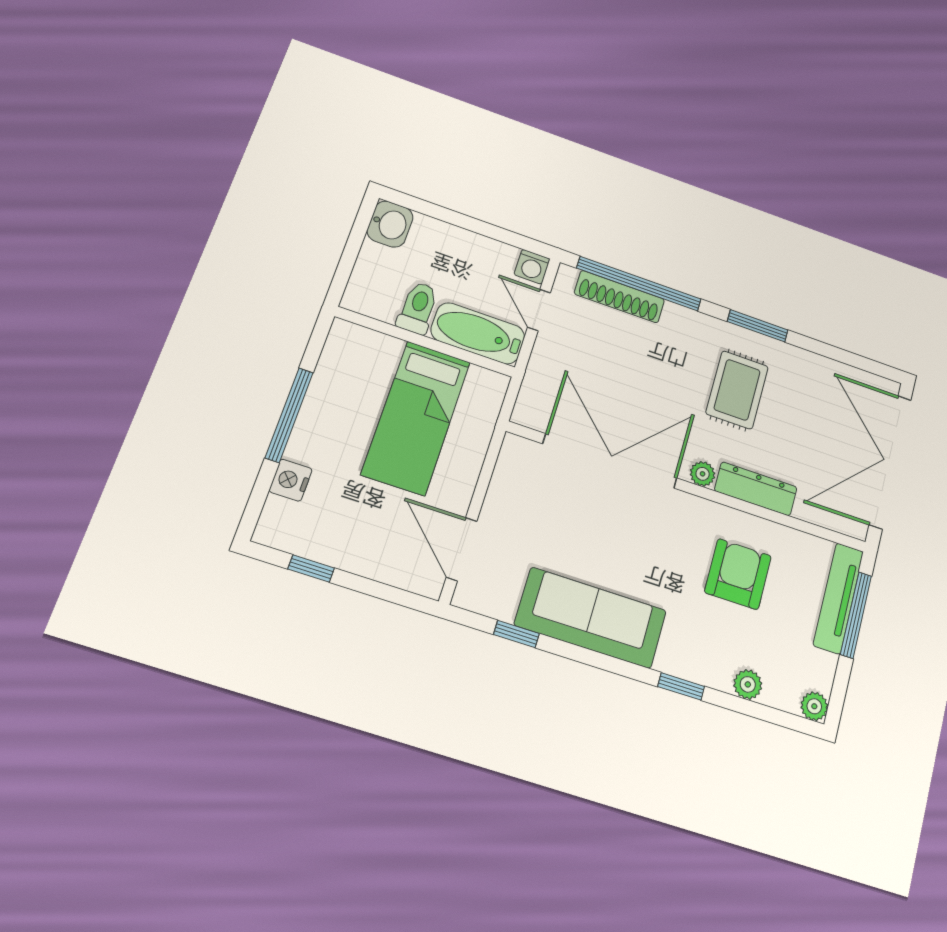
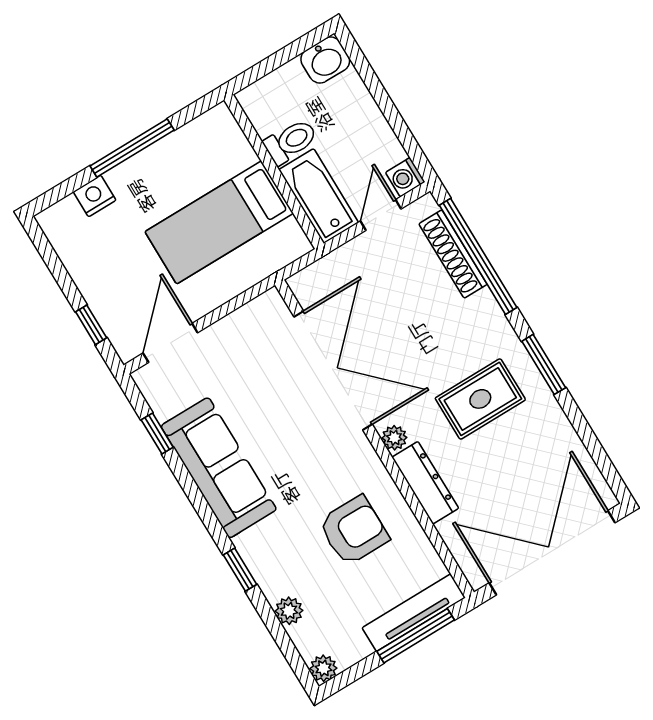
window: (311, 568) -> (91, 325), moved

